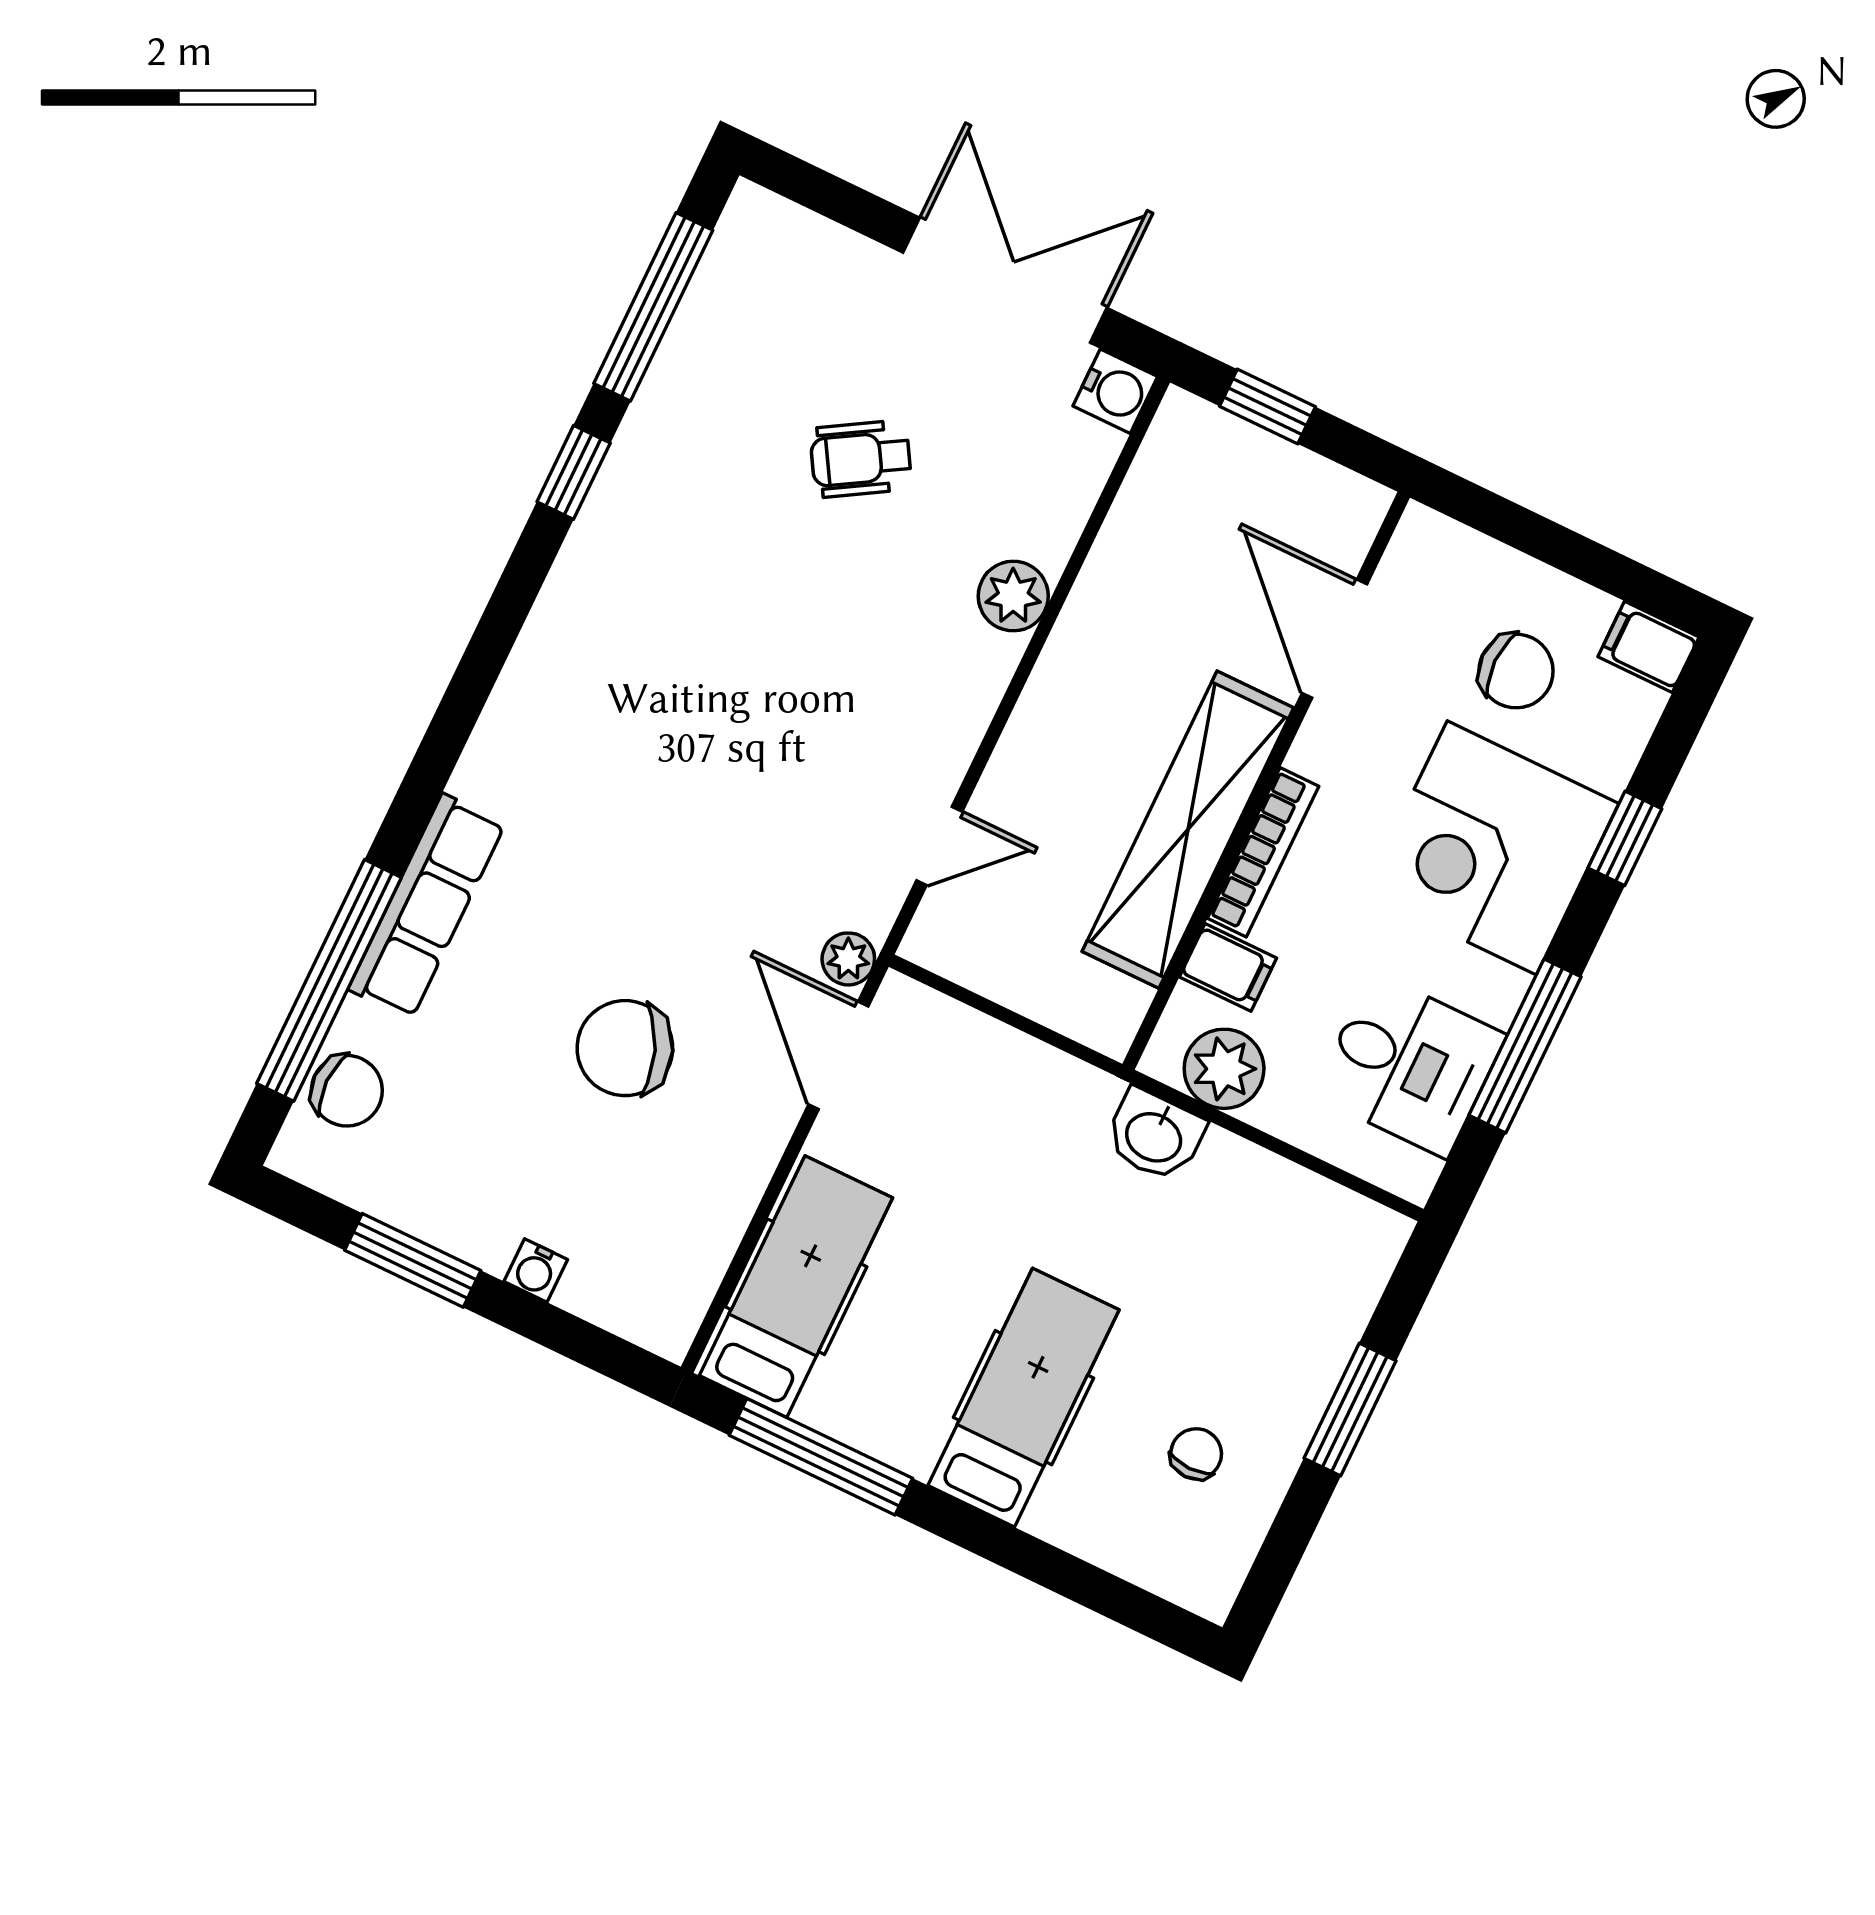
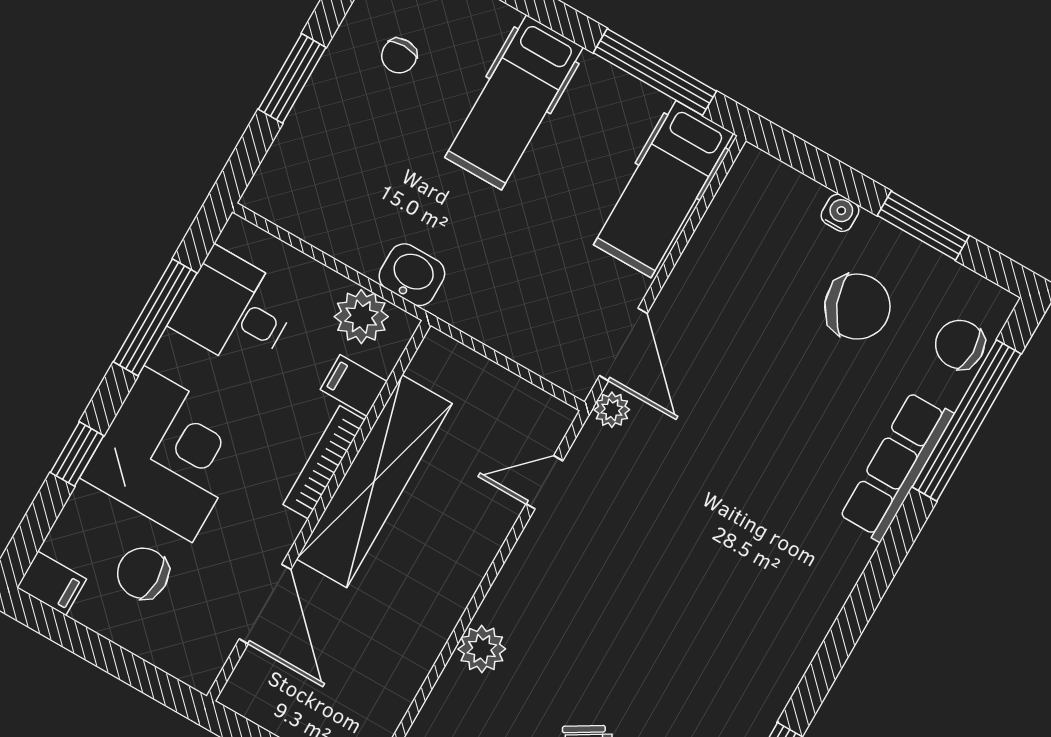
chair: (625, 1048) -> (857, 307), moved

